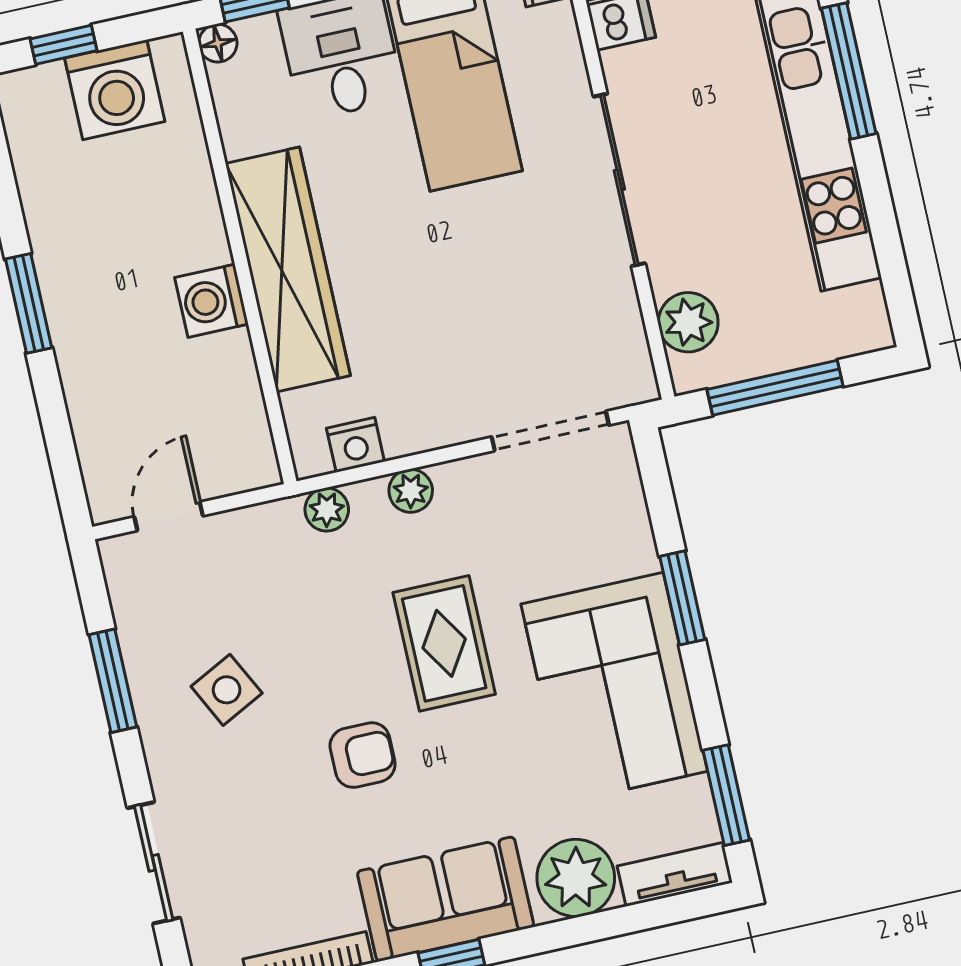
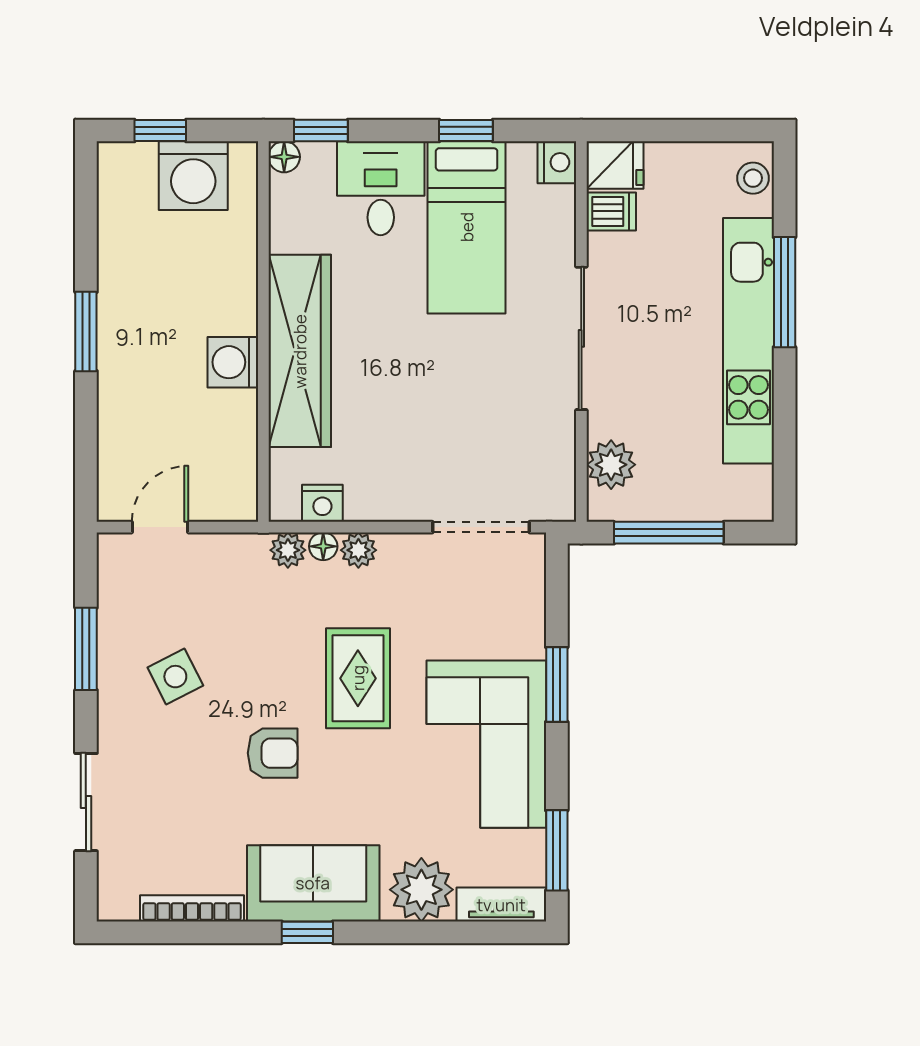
floor lamp: (368, 496) -> (323, 546), added

